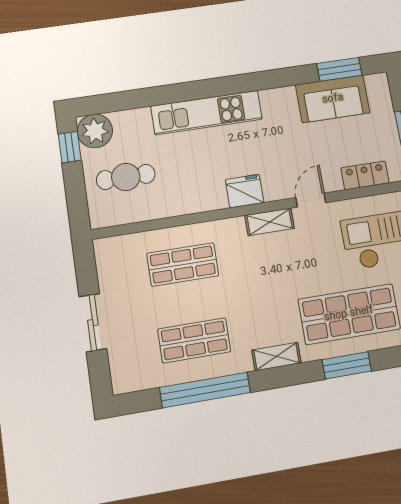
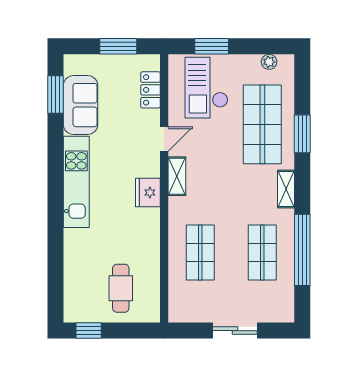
kitchen unit: (207, 113) -> (76, 182), moved
plant: (95, 131) -> (78, 308), removed
door: (311, 200) -> (164, 139), swing flipped

